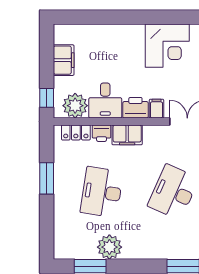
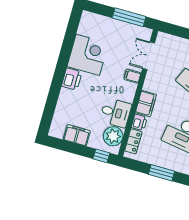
printer: (135, 108) -> (72, 79), moved, turned 180

